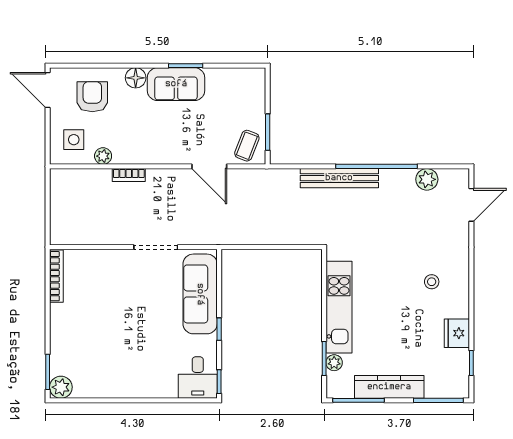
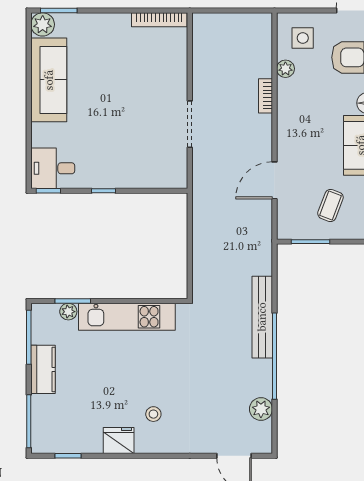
coffee table: (247, 146) -> (330, 205), moved, turned 90
sofa: (200, 294) -> (49, 80), moved, turned 90
fridge: (457, 333) -> (119, 441), moved
kitchen counter: (389, 387) -> (43, 369), width x0.67

